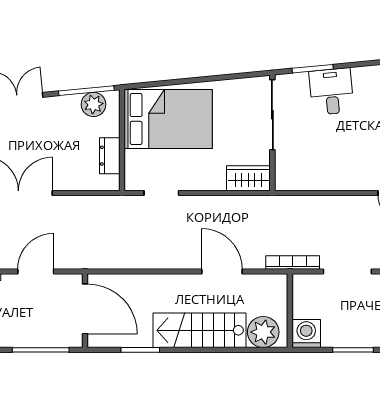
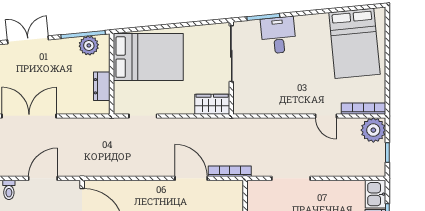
bookcase: (293, 262) -> (230, 171), moved

